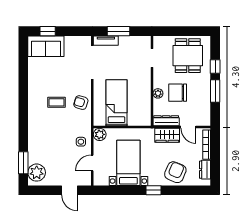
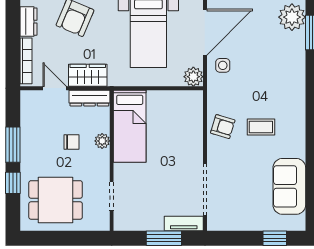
sofa: (46, 46) -> (289, 186), moved, turned -90
dining table: (188, 56) -> (56, 200), turned 90
chair: (178, 93) -> (71, 142), width x0.54, depth x0.54
bed: (116, 103) -> (130, 126), moved
door: (92, 163) -> (205, 32), width x1.87

